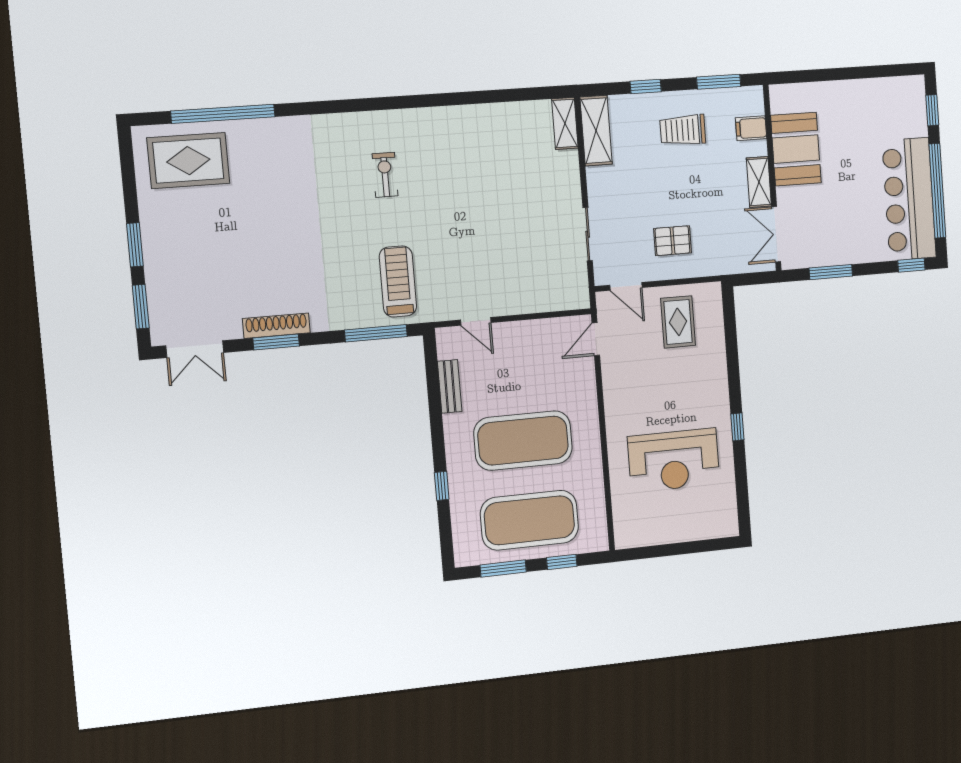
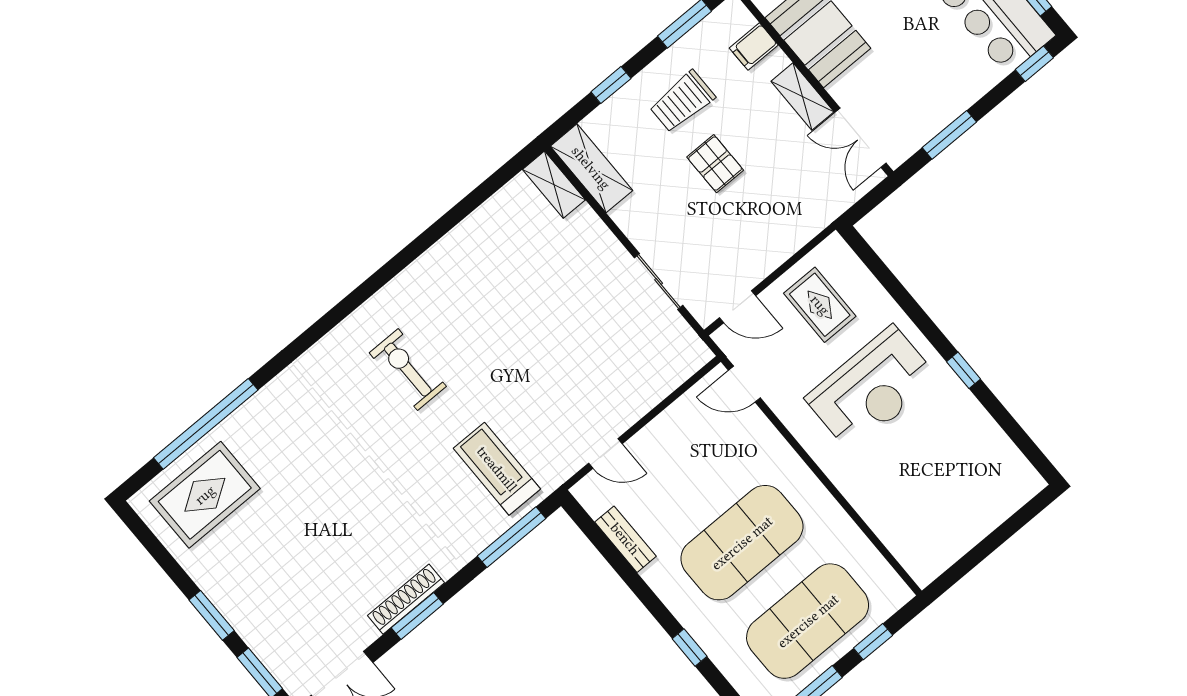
exercise bike: (385, 175) -> (408, 370), width x1.38, depth x1.39
pallet: (672, 241) -> (715, 164), moved, turned 90
door: (596, 339) -> (744, 384), hinge flipped
reception desk: (674, 460) -> (872, 388), moved

